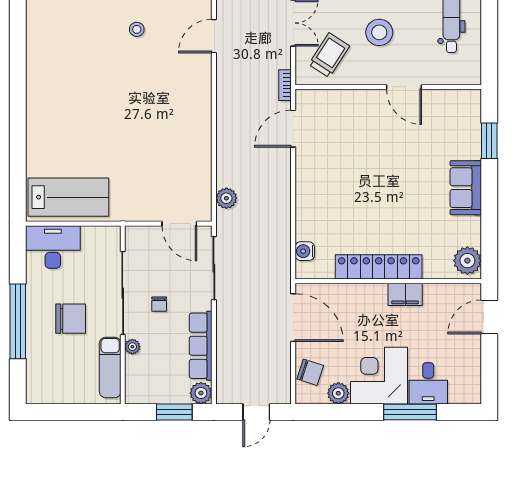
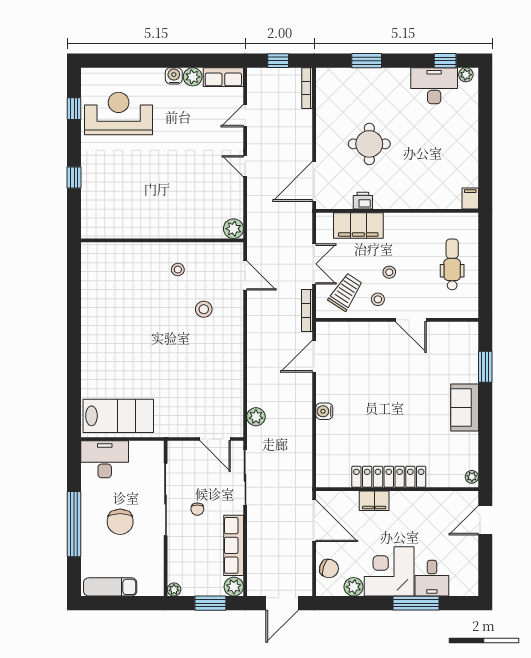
stool: (379, 32) -> (389, 272), width x0.53, depth x0.53
door: (214, 36) -> (245, 275), swing flipped
stool: (366, 64) -> (378, 299), added
stool: (167, 75) -> (204, 309), added
bookcase: (285, 85) -> (307, 311), width x1.56
water cooler: (305, 251) -> (324, 411), moved
plant: (467, 261) -> (472, 477), width x0.53, depth x0.53
filing cabinet: (405, 294) -> (374, 501), moved
chair: (71, 319) -> (120, 522), turned 90
plant: (132, 347) -> (174, 590), moved
exam couch: (110, 367) -> (110, 587), moved, turned 90
door: (256, 412) -> (282, 603), width x1.37

